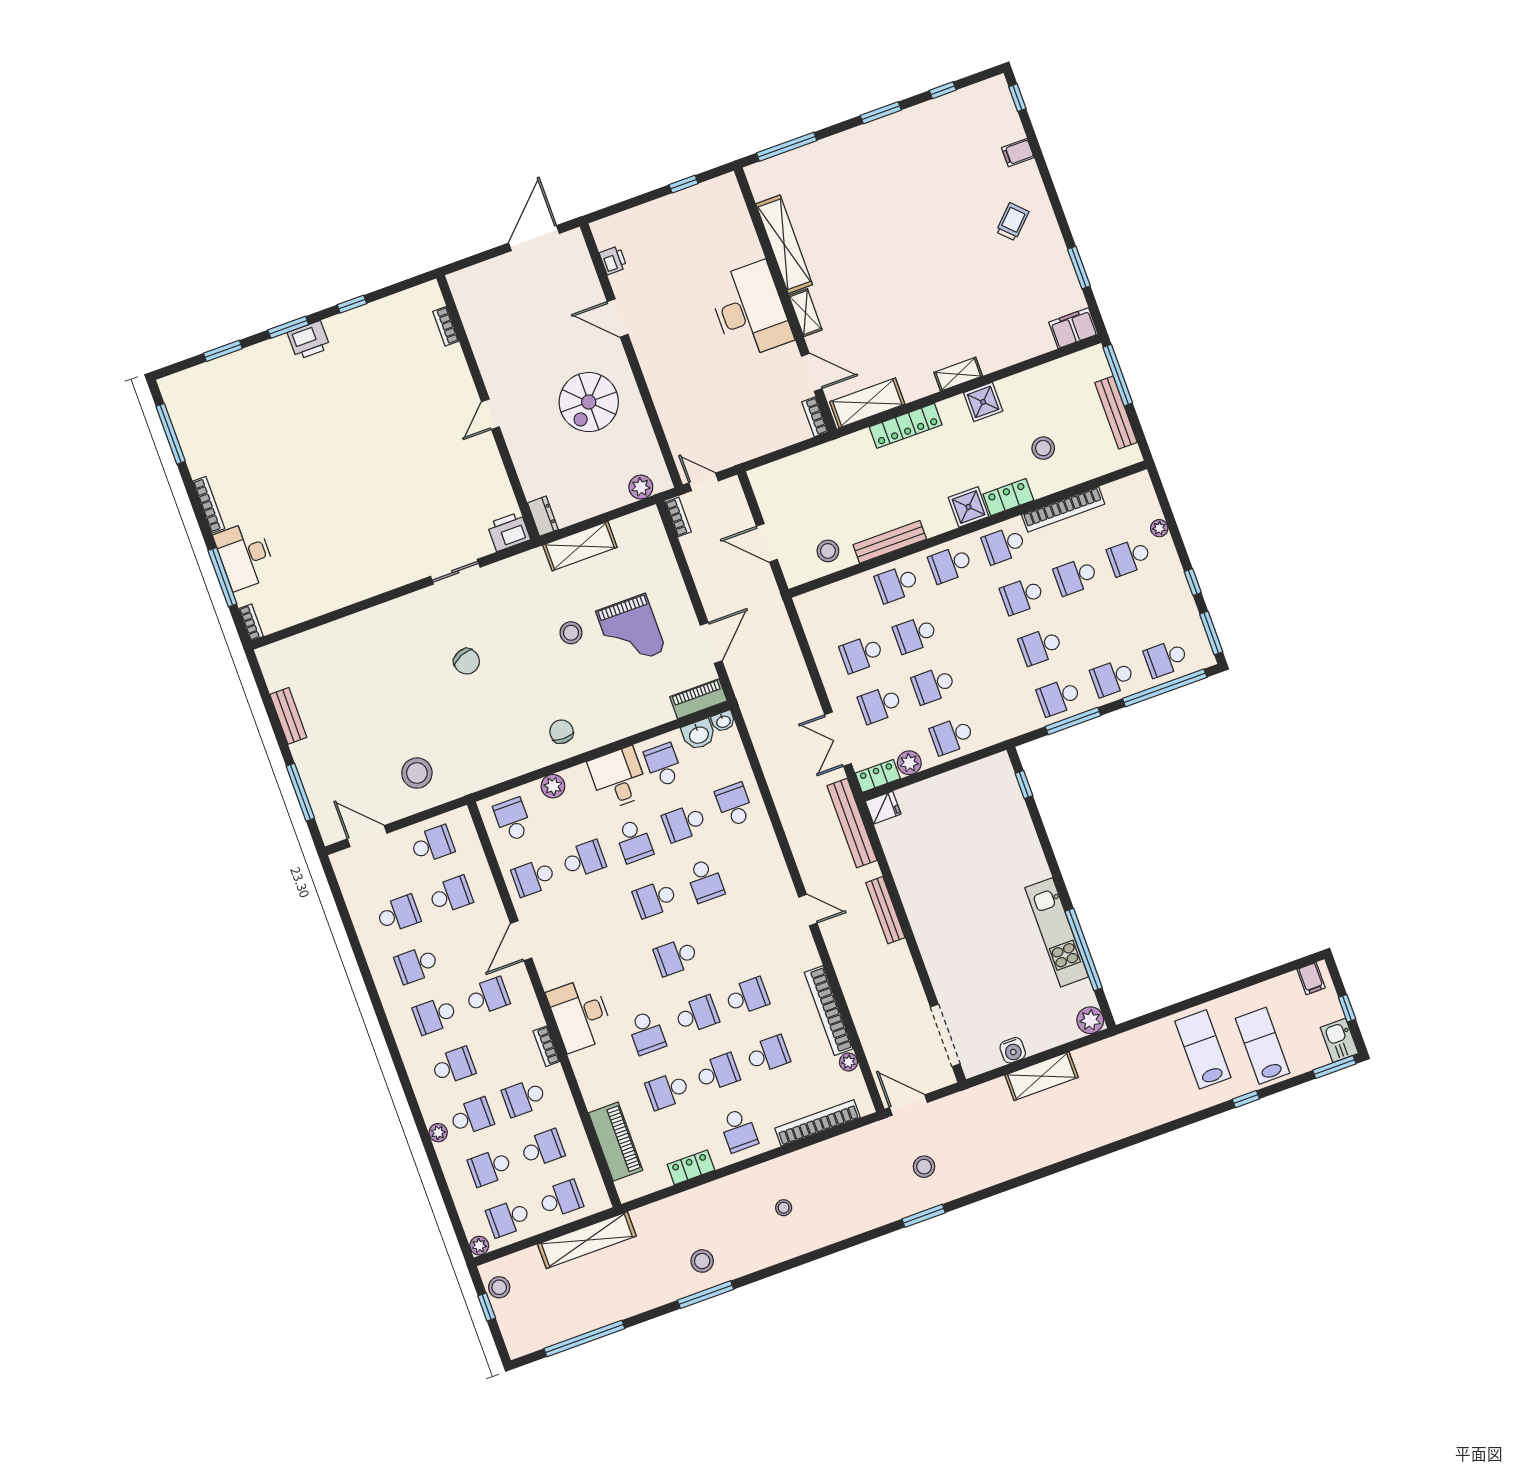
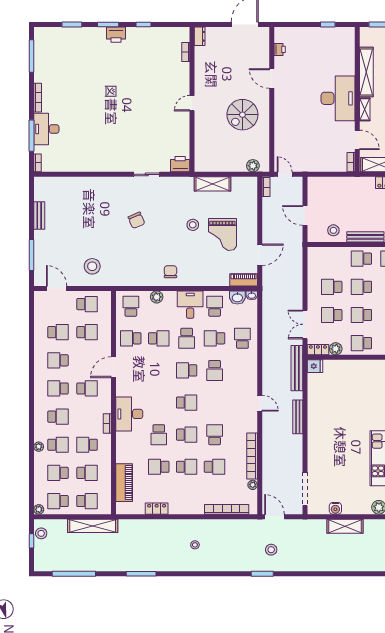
dresser: (543, 516) -> (200, 36), moved
school desk: (676, 957) -> (187, 403), turned 180
school desk: (747, 996) -> (215, 435), turned -90
school desk: (739, 1130) -> (187, 499), removed
stool: (702, 1261) -> (145, 557), removed

